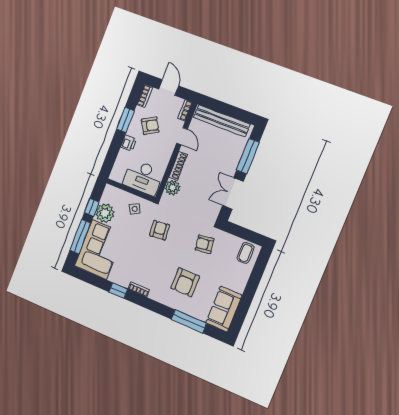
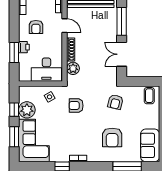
window: (125, 120) -> (14, 52), moved
armchair: (150, 126) -> (36, 27), turned 120
armchair: (160, 230) -> (76, 106), turned -84
window: (80, 237) -> (14, 137), width x0.69
armchair: (205, 244) -> (115, 102), turned -68

